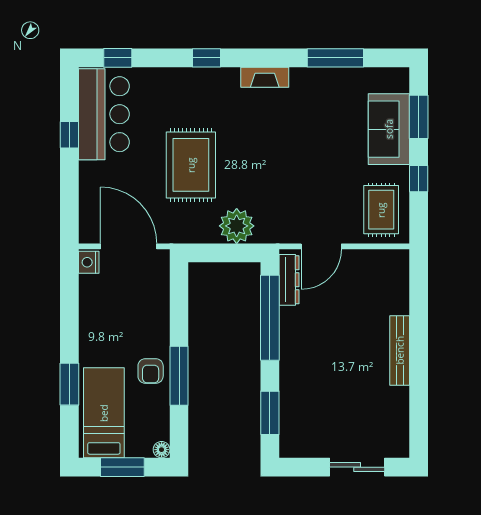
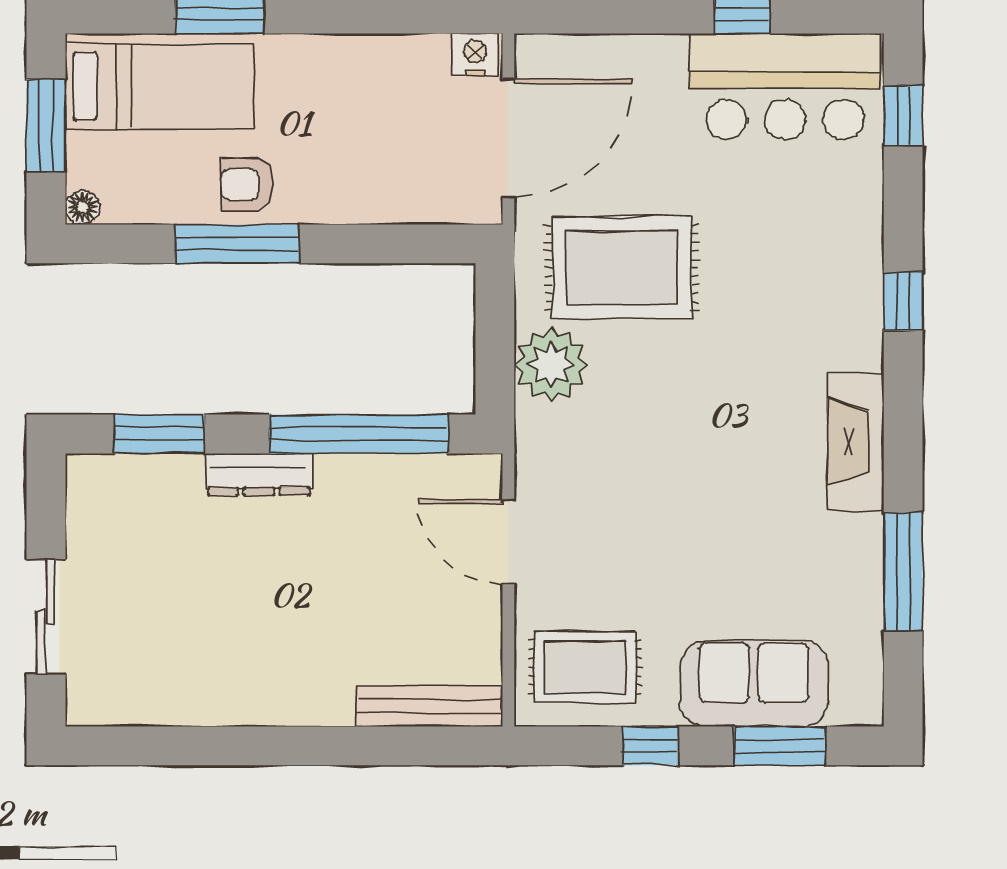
fireplace: (265, 77) -> (856, 442), width x1.37, depth x1.32
rug: (191, 165) -> (622, 268), moved
dresser: (289, 280) -> (259, 474), moved
bench: (400, 350) -> (430, 706), moved

